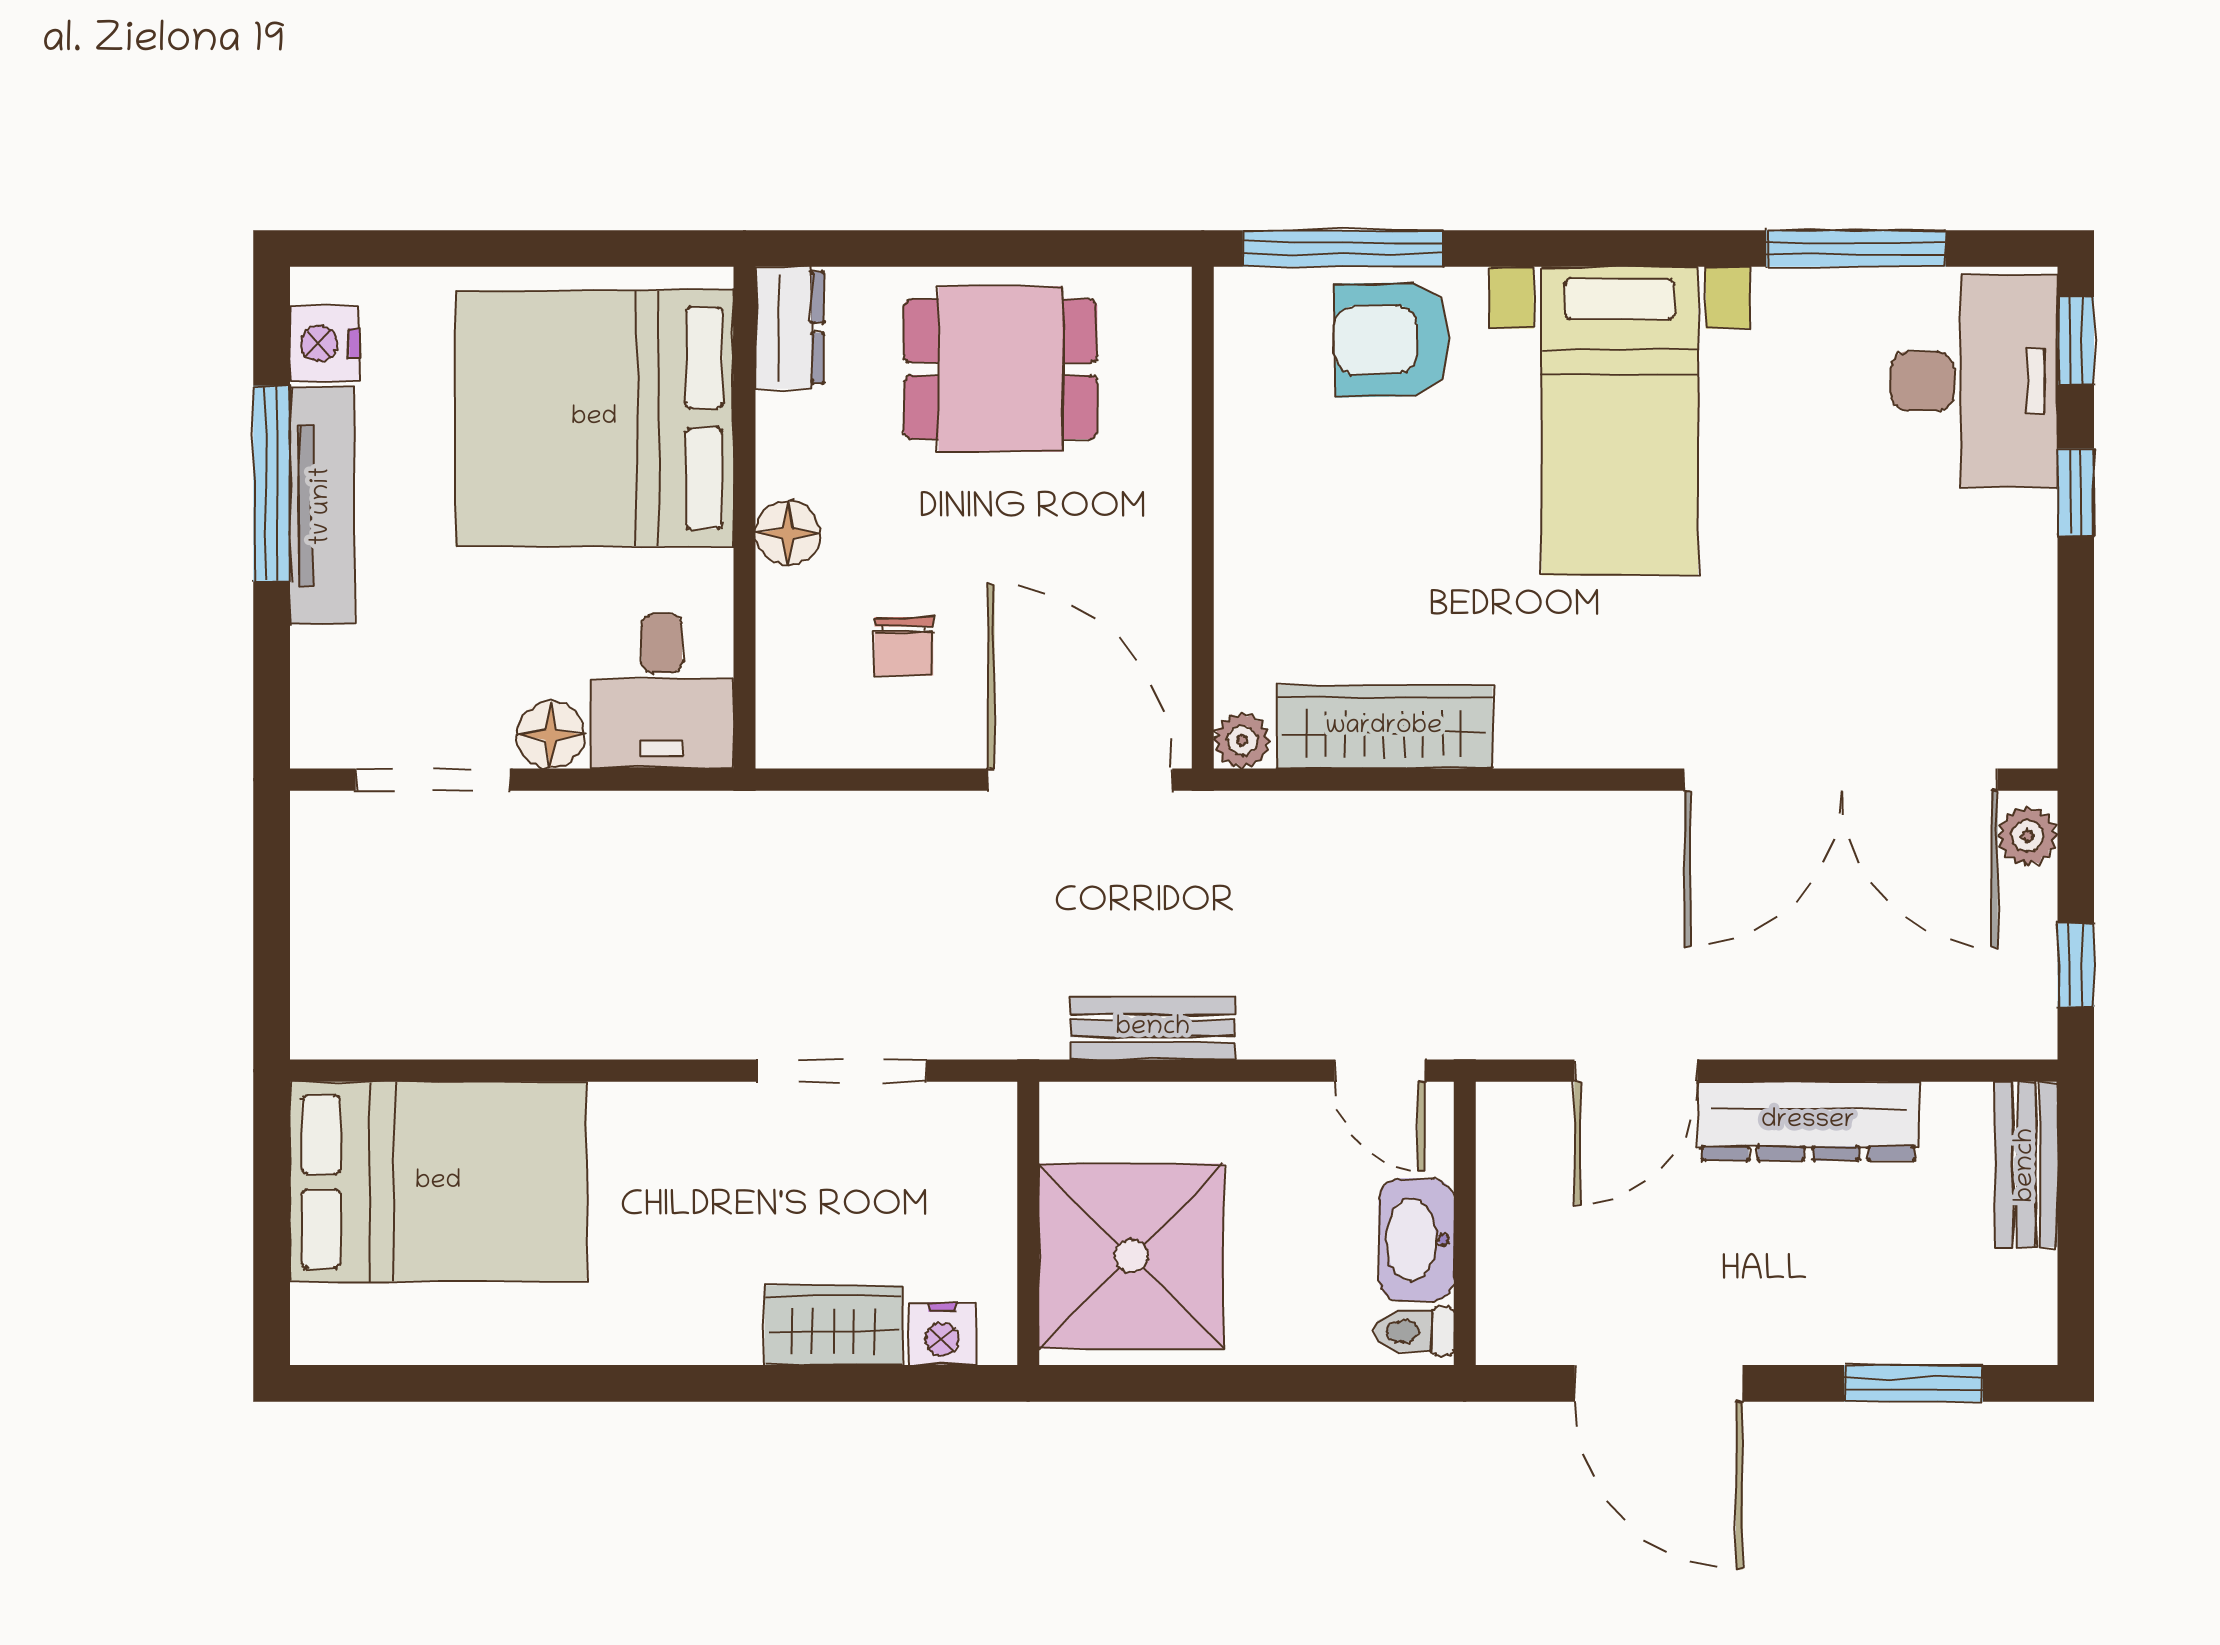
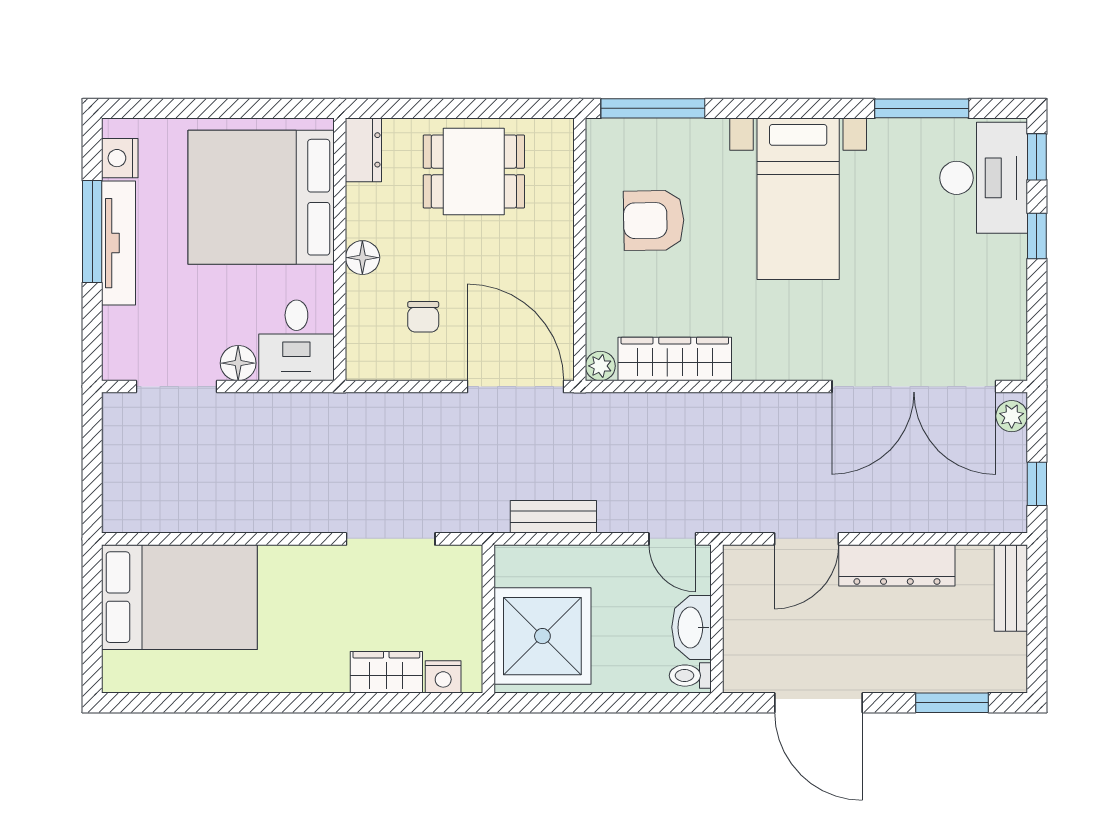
armchair: (1392, 340) -> (654, 220), moved

